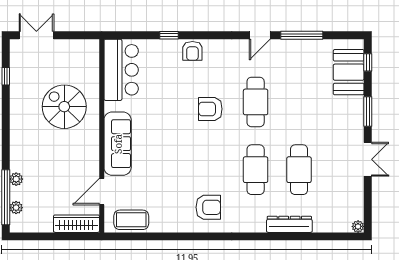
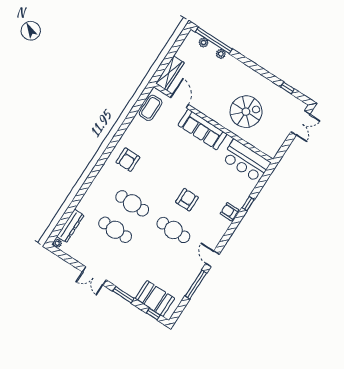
dresser: (289, 224) -> (70, 226), moved

